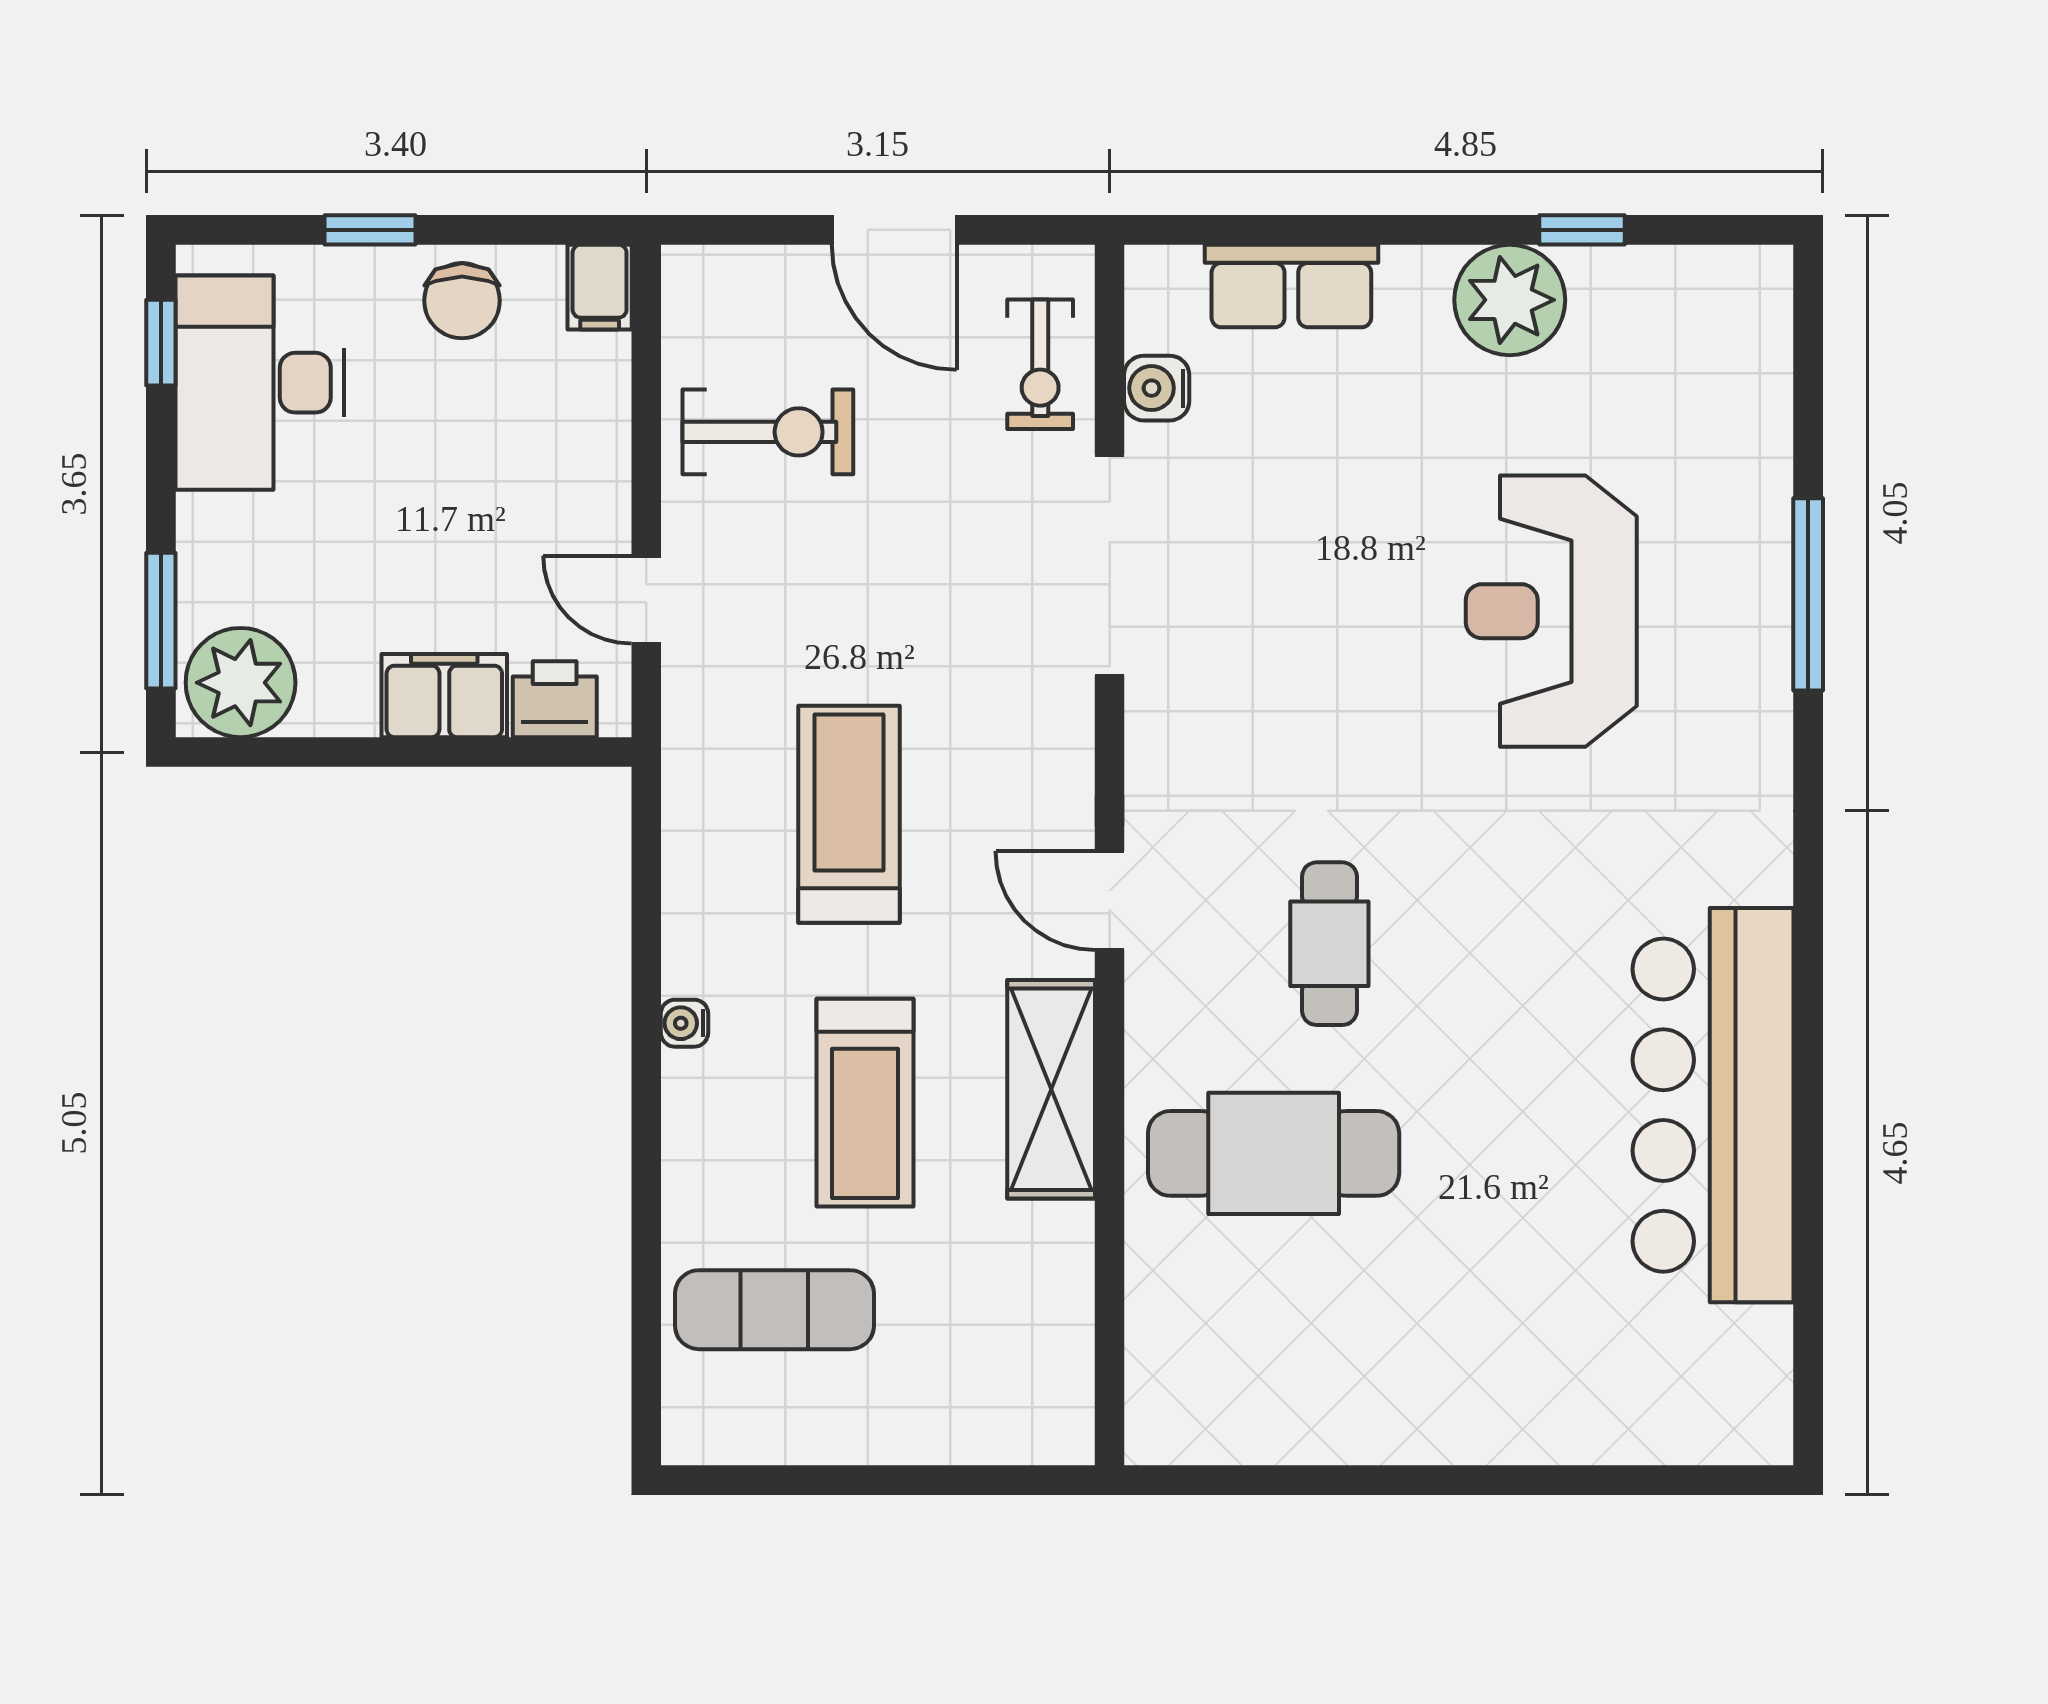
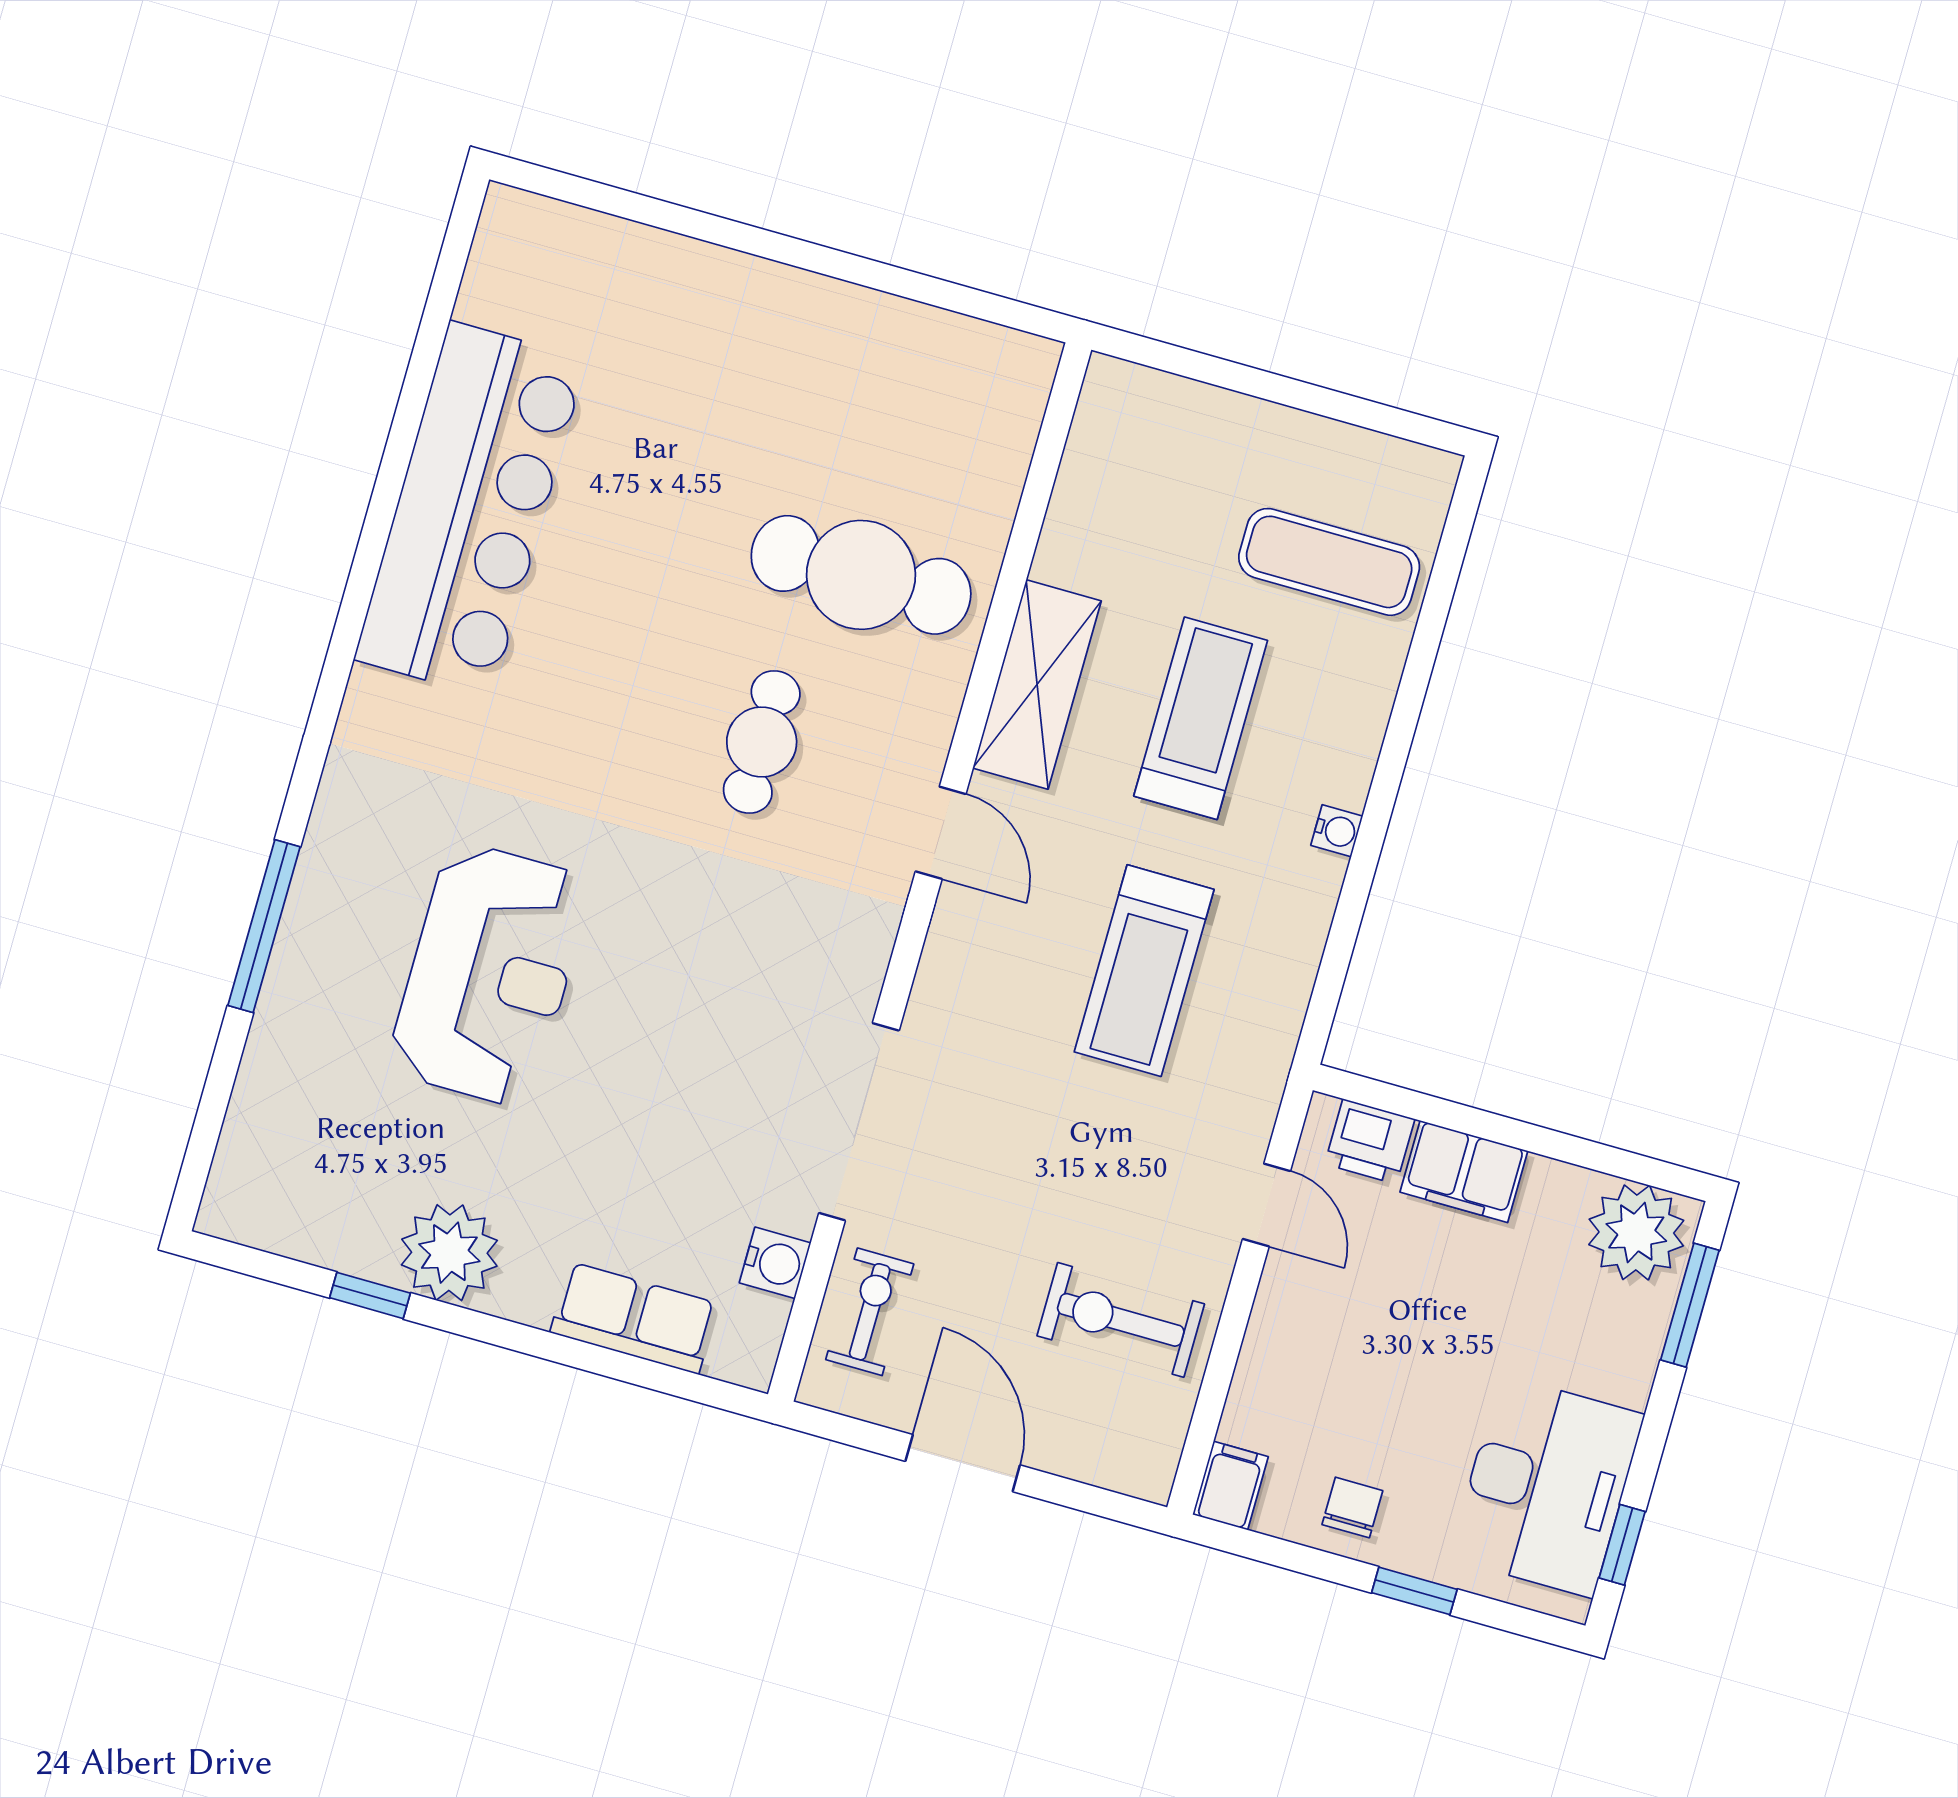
chair: (462, 301) -> (1352, 1508), width x0.73, depth x0.73

